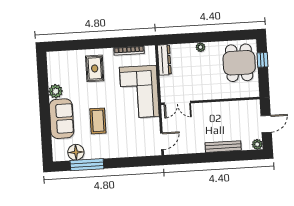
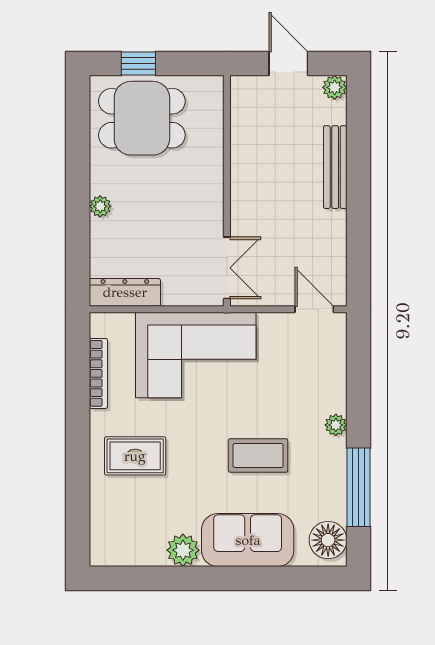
floor lamp: (76, 152) -> (328, 540), moved
plant: (113, 153) -> (336, 425), added

